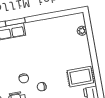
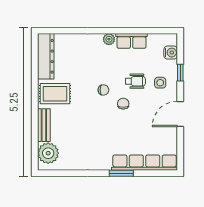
plant: (82, 31) -> (48, 153), width x1.88, depth x1.88
bench: (85, 50) -> (44, 125), added

